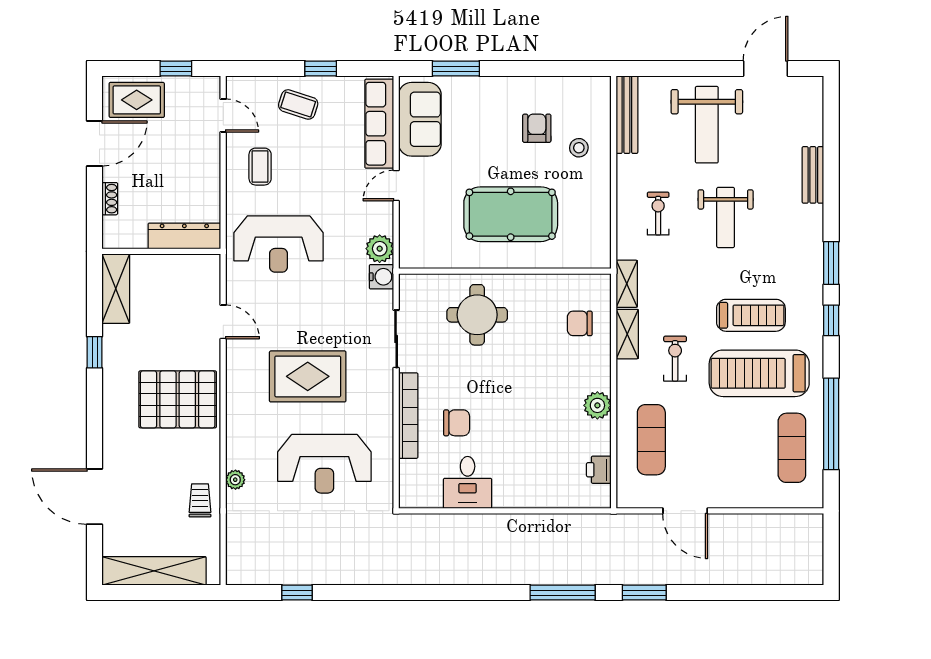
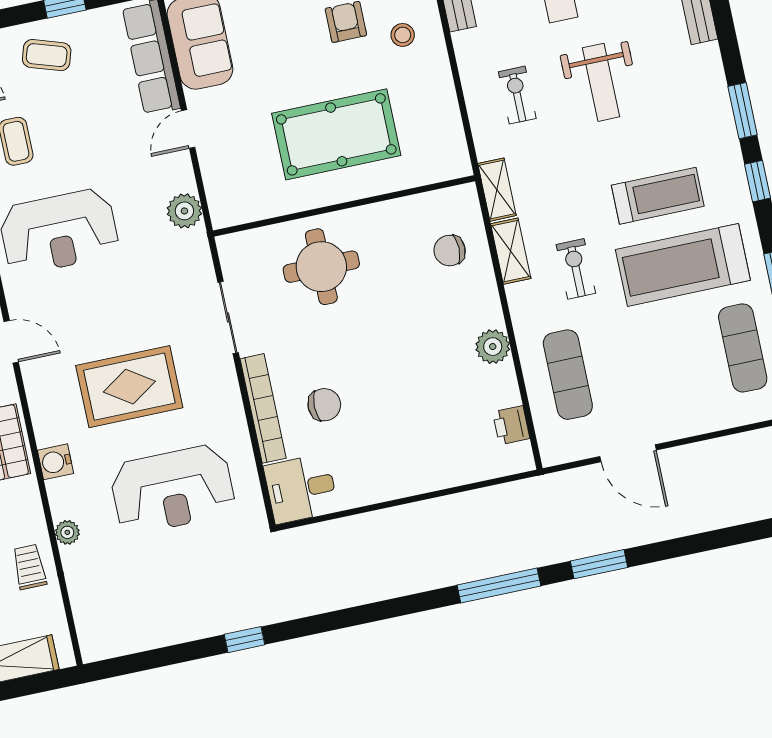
water cooler: (381, 277) -> (55, 462), moved, turned 180
desk: (468, 482) -> (301, 489), moved, turned 90
window: (297, 593) -> (245, 640), moved

